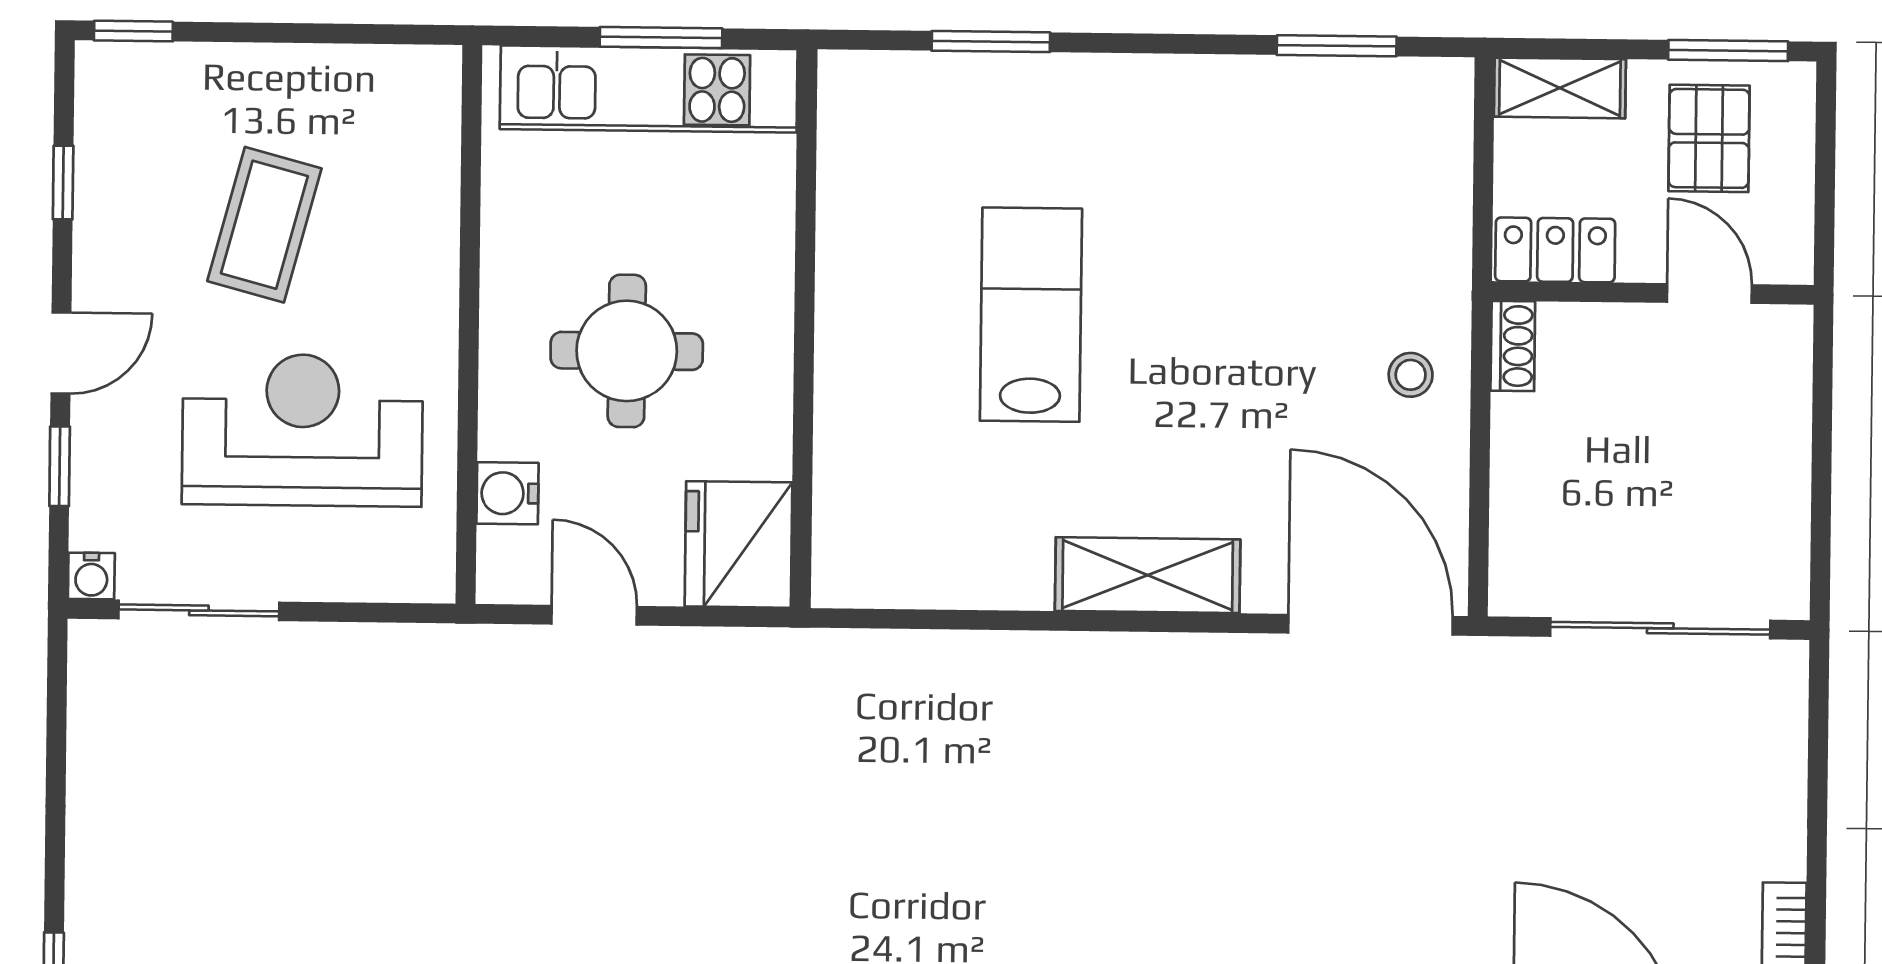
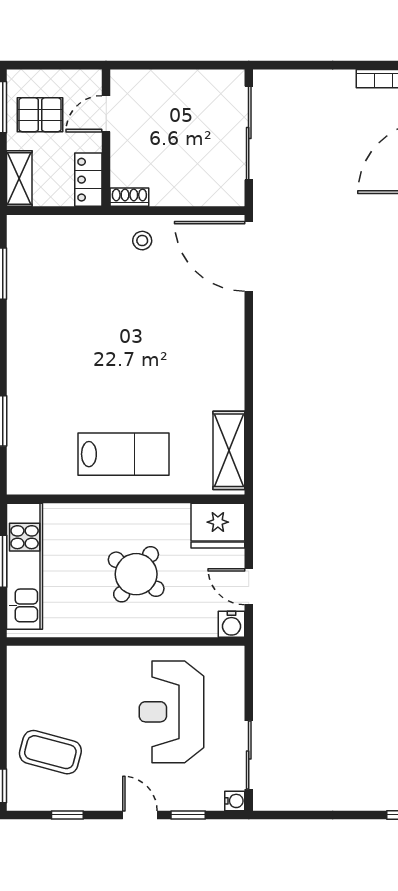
coffee table: (264, 225) -> (50, 752), moved
lab bench: (1031, 315) -> (123, 454), moved, turned 180
round table: (627, 351) -> (136, 574), turned 36
water cooler: (507, 493) -> (231, 624), moved
shelving: (1148, 575) -> (229, 450), moved
door: (594, 615) -> (249, 587), hinge flipped
door: (1370, 625) -> (249, 256), hinge flipped

